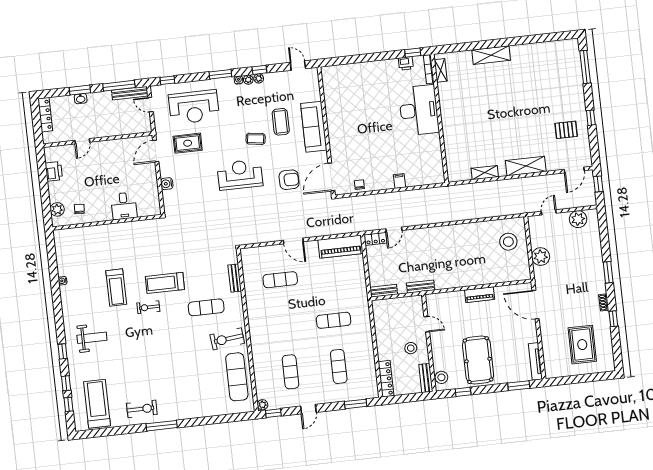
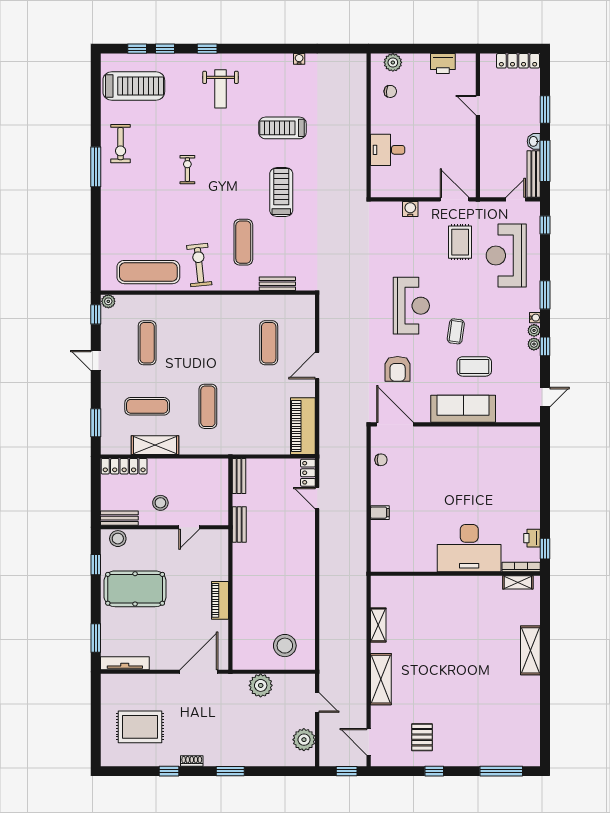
washbasin: (81, 99) -> (534, 141), moved
exercise bike: (148, 307) -> (187, 170), moved
shelving: (367, 357) -> (155, 445), added
exercise mat: (291, 372) -> (147, 343), turned 90

